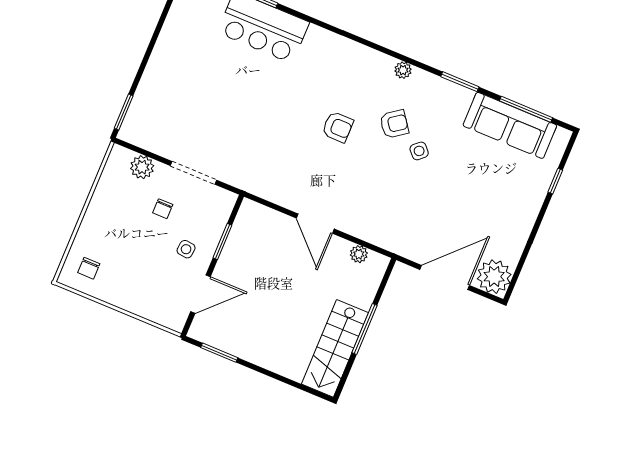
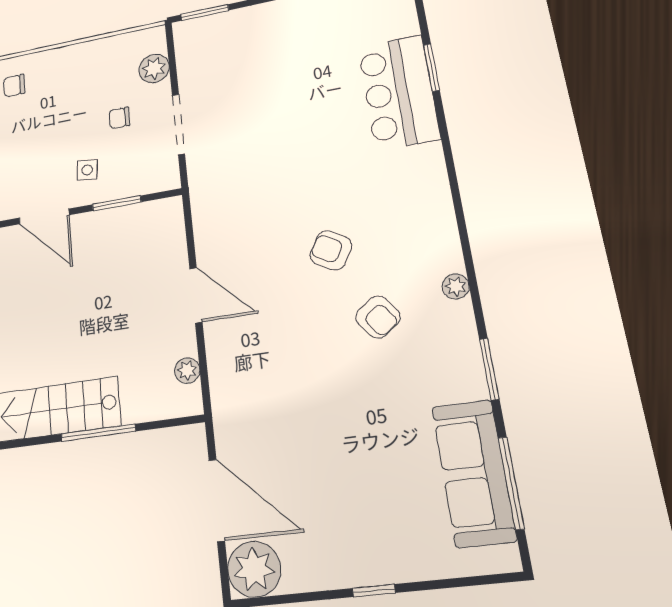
armchair: (338, 127) -> (331, 250), turned 121
side table: (419, 151) -> (363, 369), removed
window: (555, 181) -> (374, 591), moved
door: (315, 224) -> (196, 295), swing flipped

